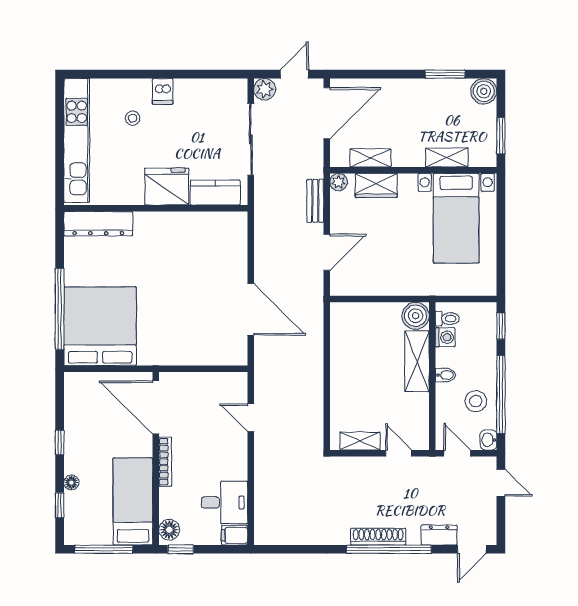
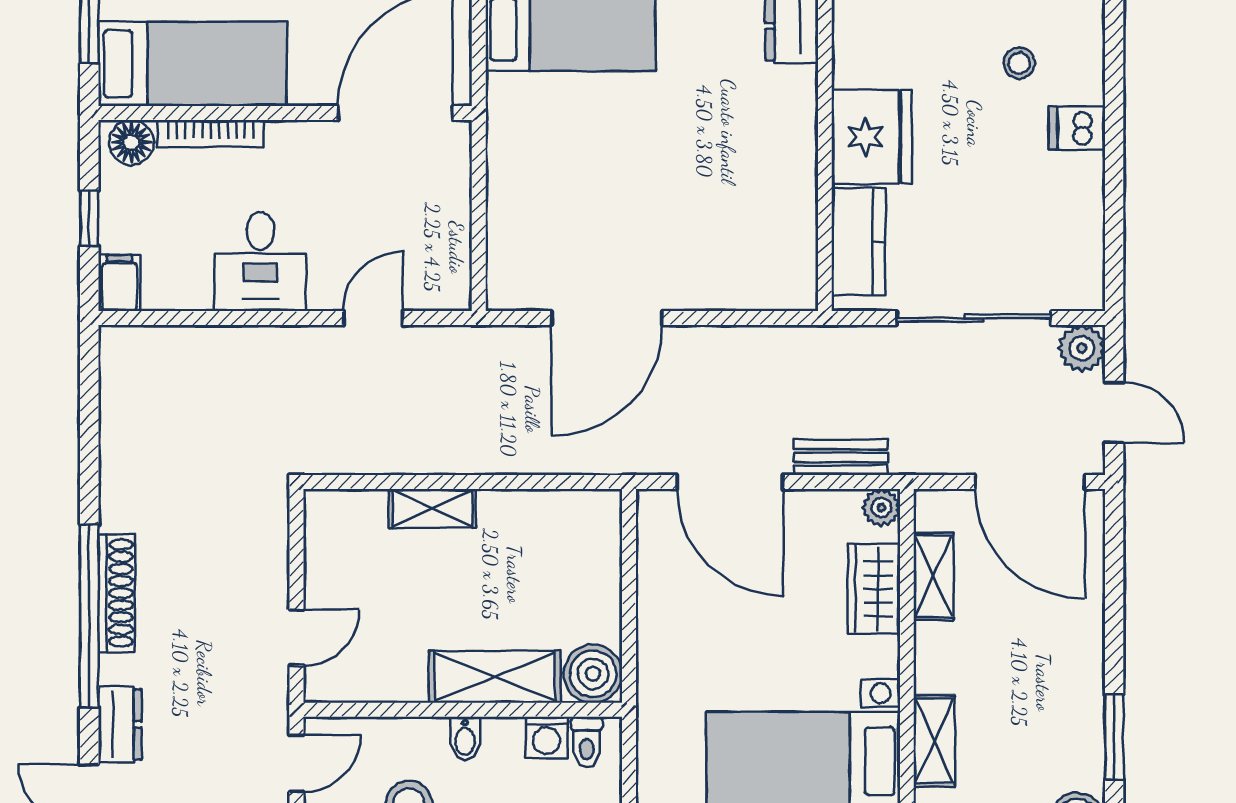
door: (327, 252) -> (730, 482), width x1.36
shelving: (360, 441) -> (432, 508), moved, turned 90
bookcase: (165, 462) -> (211, 134), moved
desk: (225, 502) -> (260, 262), moved
window: (181, 549) -> (89, 218), moved

